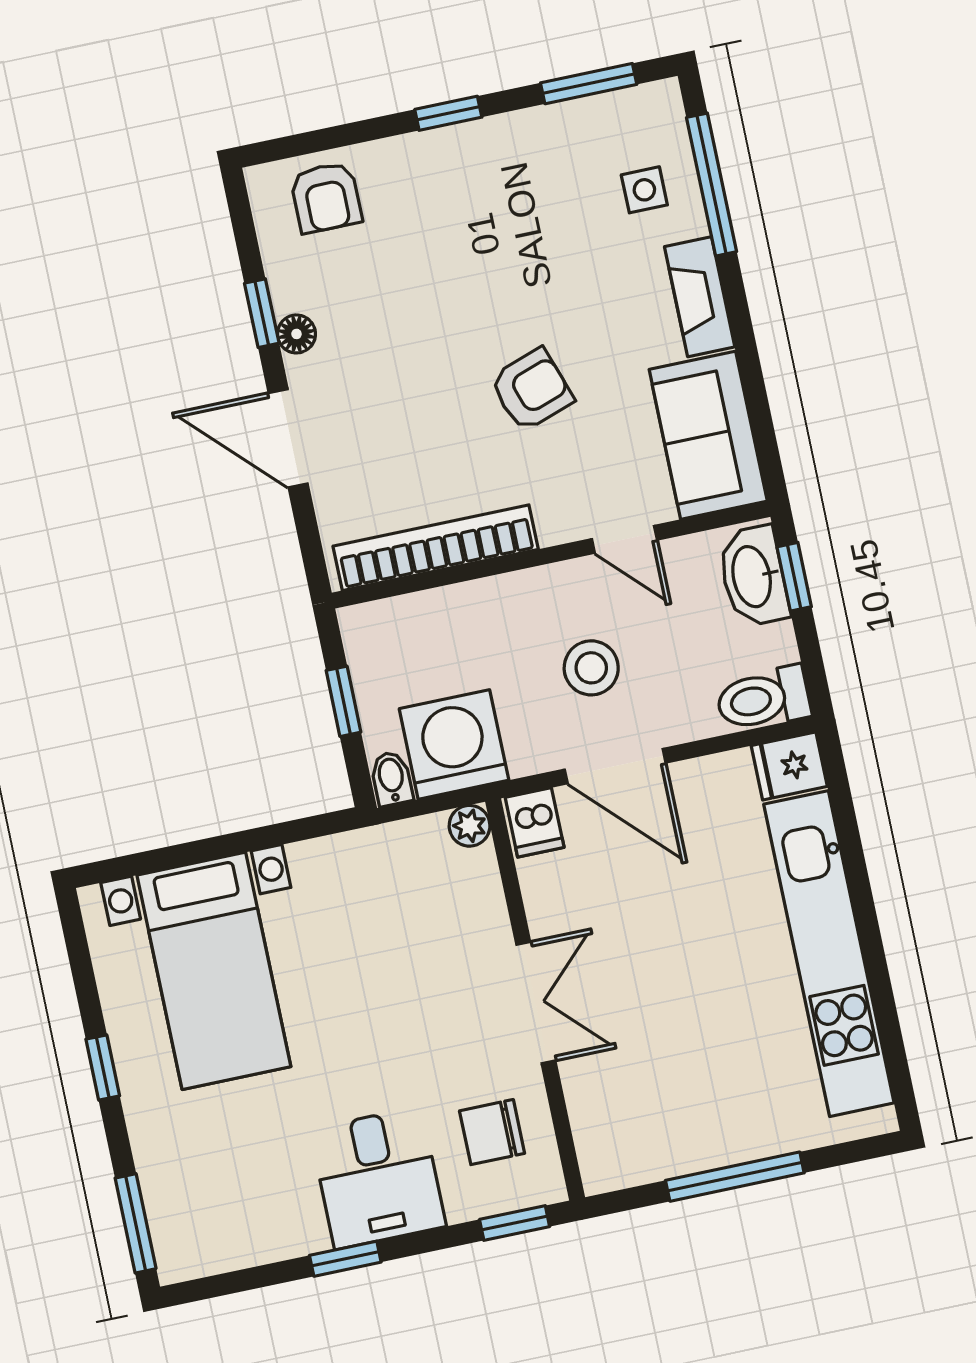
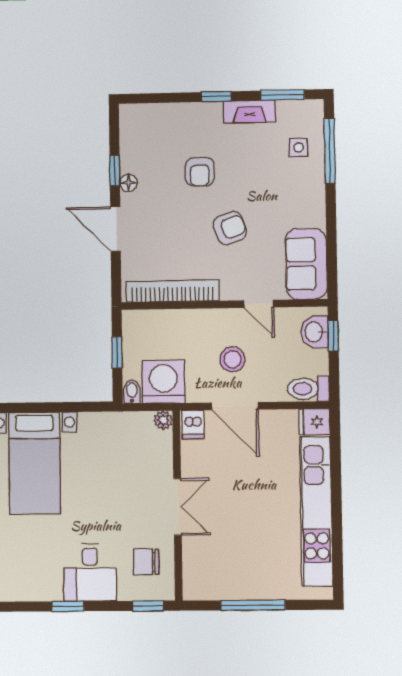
armchair: (326, 197) -> (200, 172), moved
fireplace: (700, 297) -> (250, 112), moved, turned -90
washbasin: (753, 576) -> (315, 332), width x0.72

